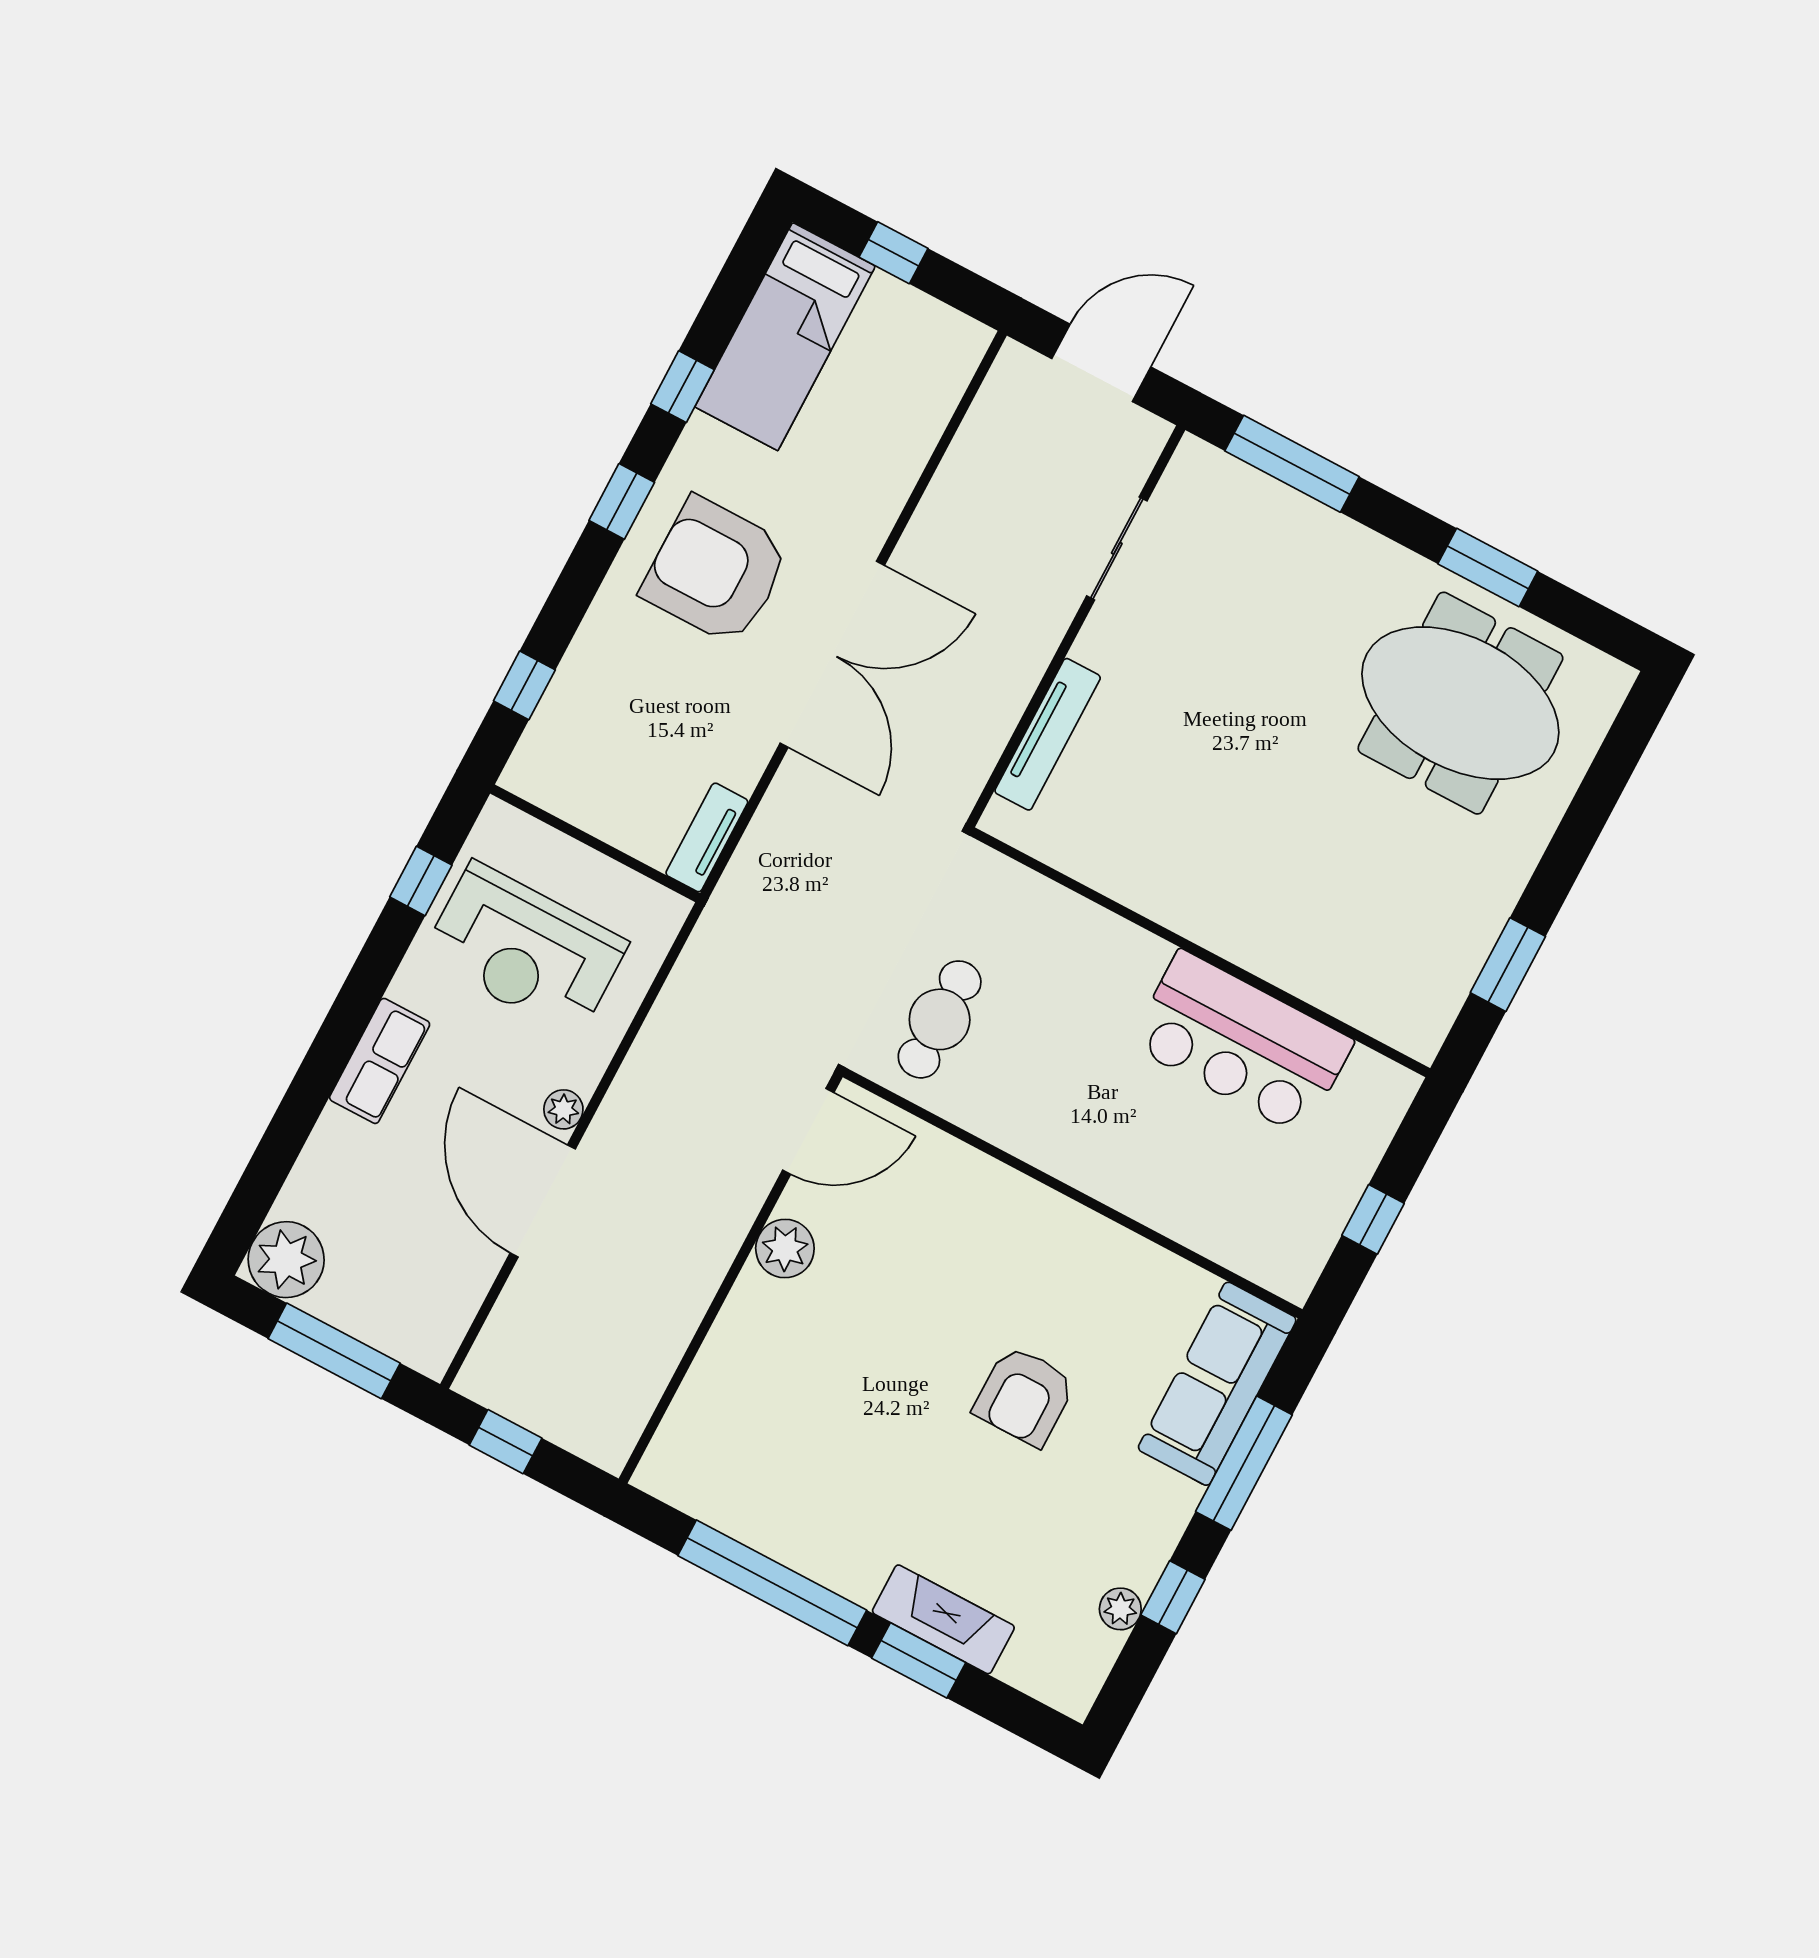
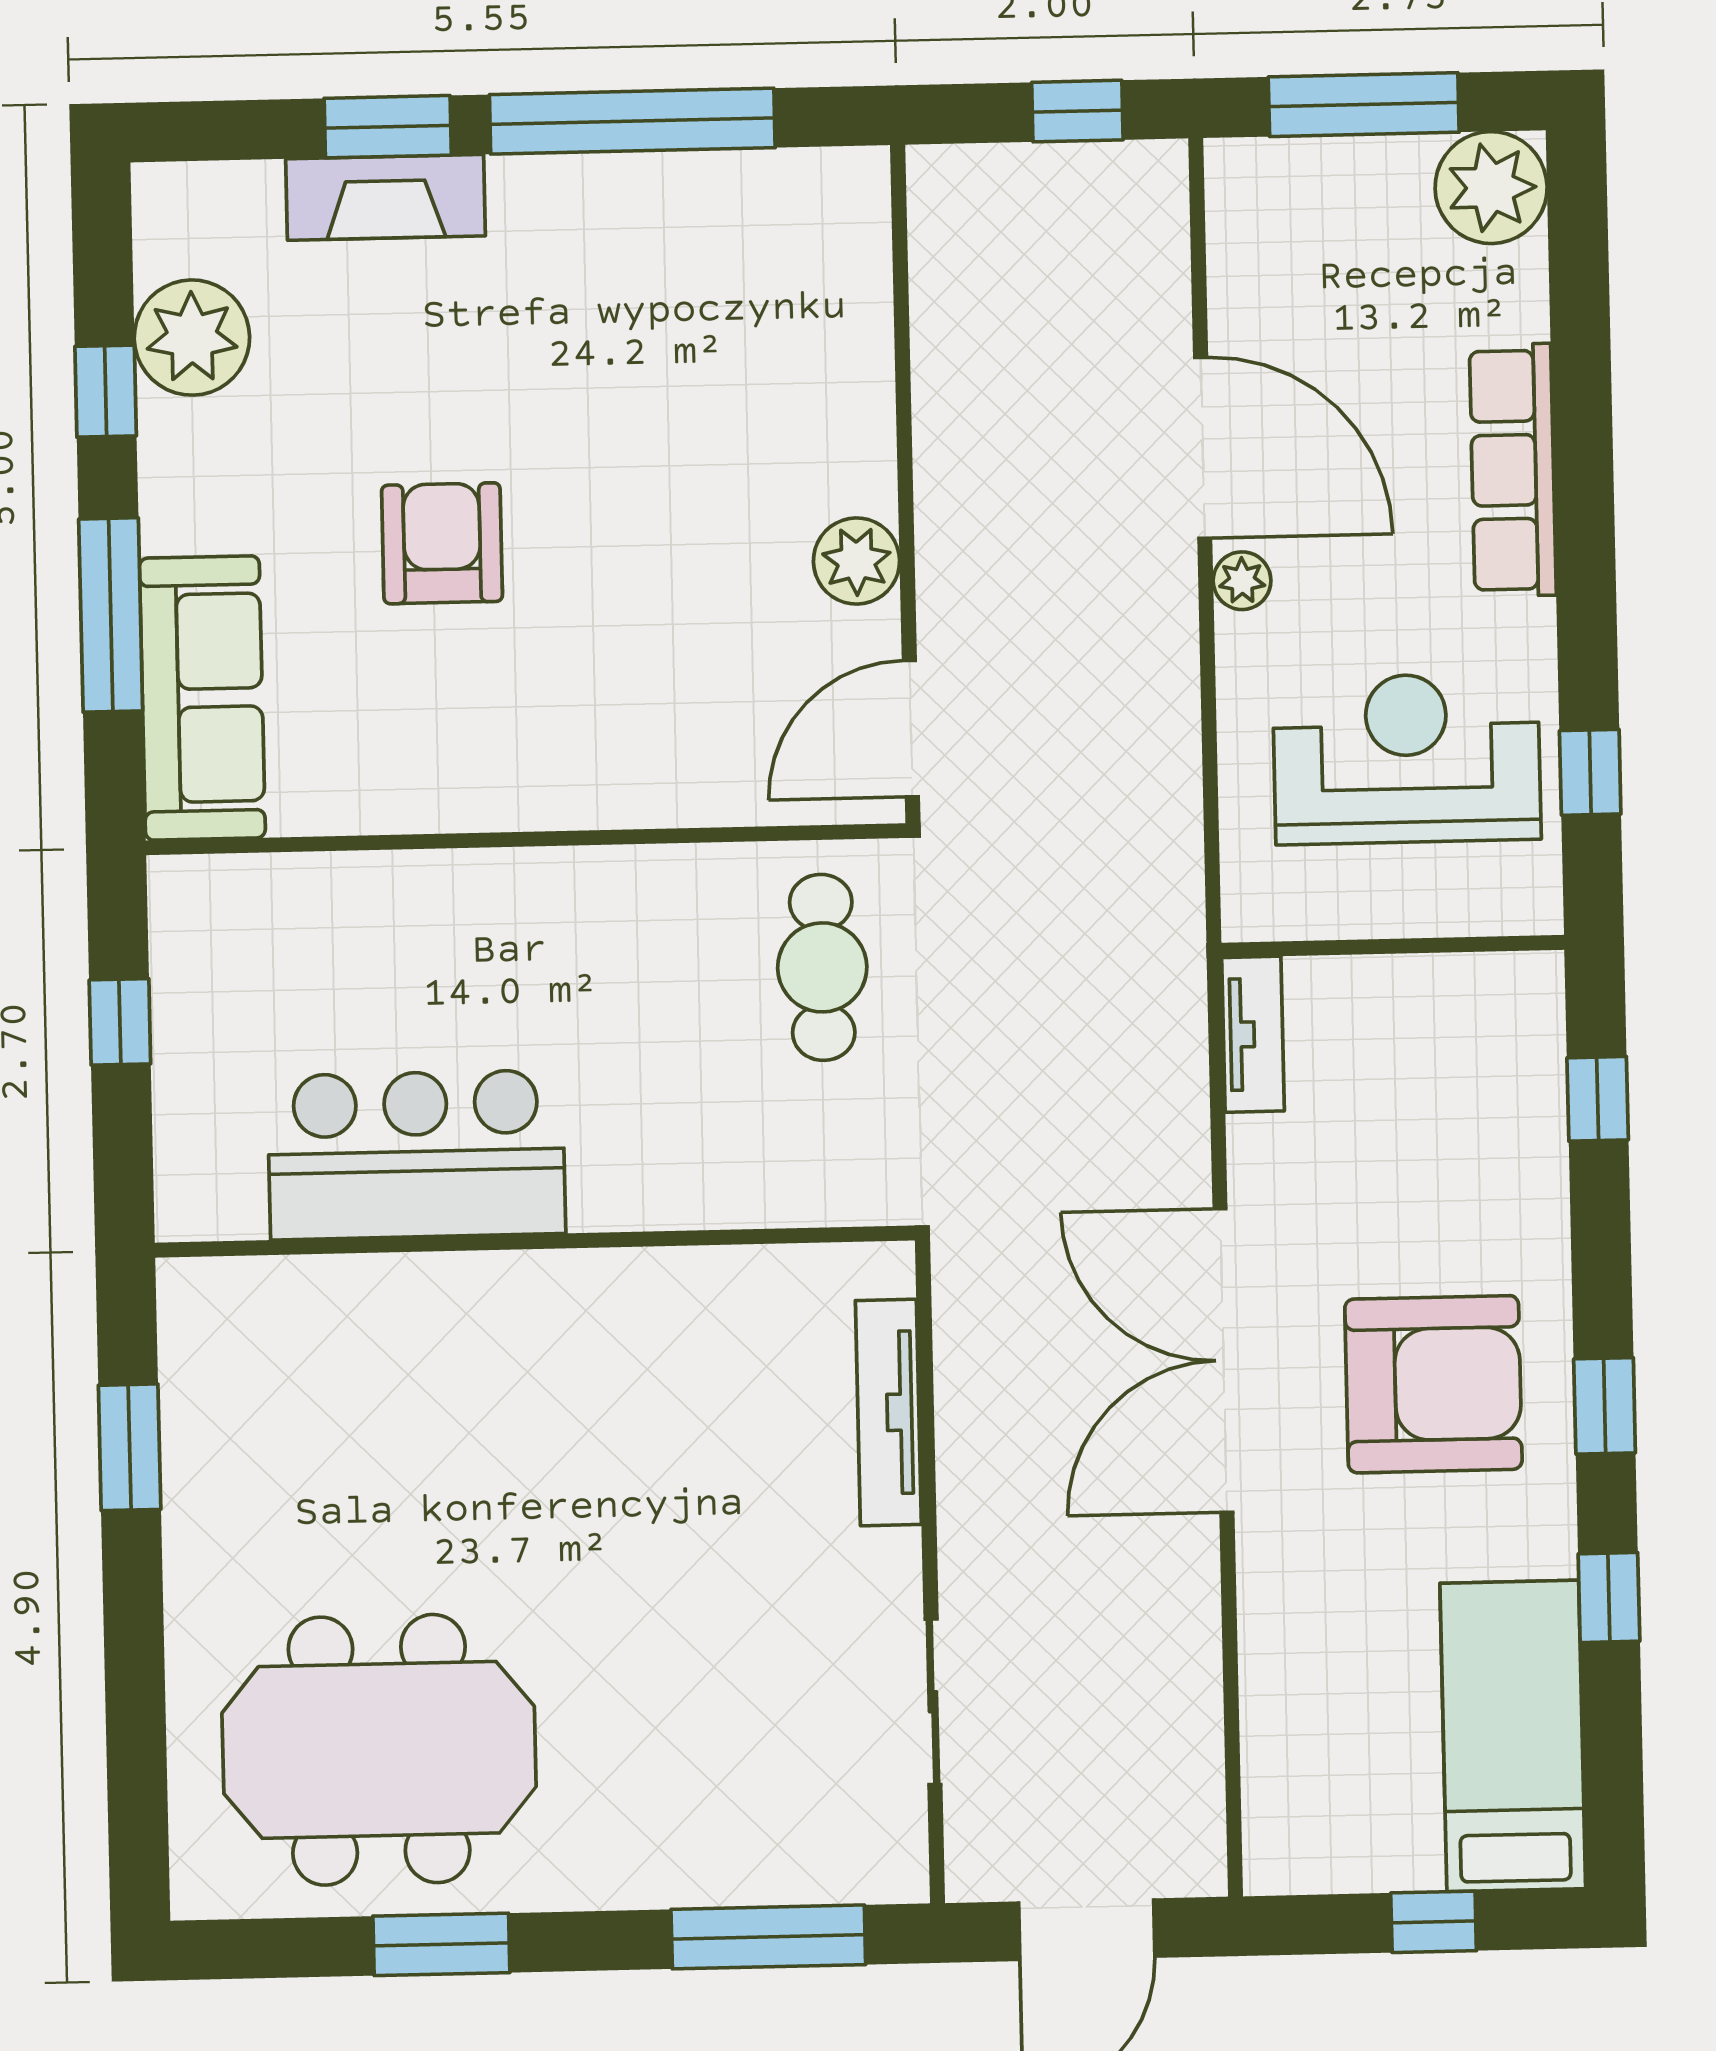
row of seats: (380, 1061) -> (1513, 470), width x1.48
plant: (1120, 1609) -> (192, 338), width x1.87, depth x1.87

